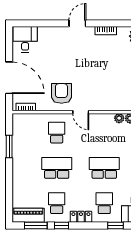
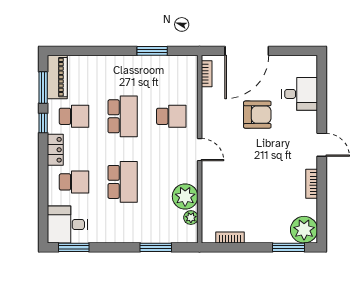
desk: (25, 39) -> (300, 94), moved
armchair: (61, 93) -> (257, 115), moved
door: (81, 112) -> (200, 150), swing flipped
plant: (119, 118) -> (185, 196), width x1.88, depth x1.88
window: (115, 226) -> (43, 197), removed

